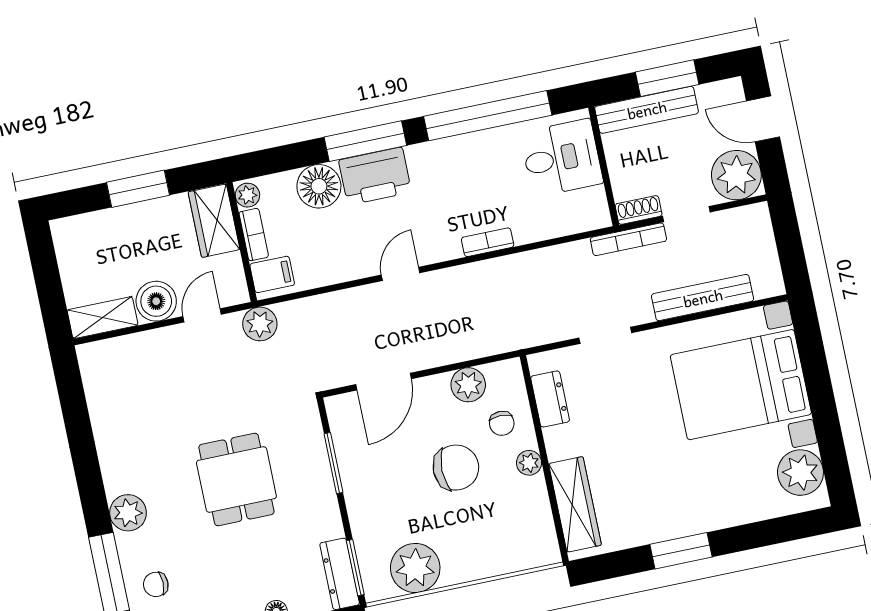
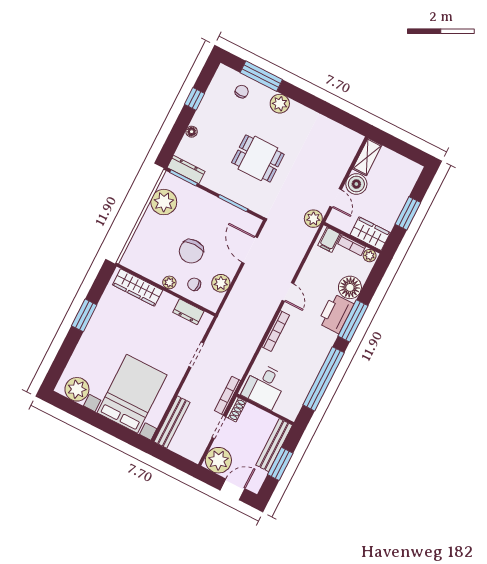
desk: (562, 158) -> (264, 386), moved
bookcase: (488, 242) -> (276, 331), width x1.56
bench: (703, 298) -> (172, 422), moved

